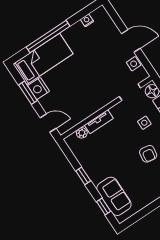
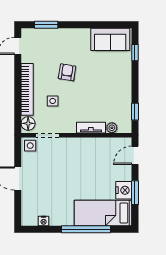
side table: (134, 64) -> (30, 146), moved
door: (48, 123) -> (135, 155), hinge flipped
window: (83, 176) -> (135, 112), moved
sofa: (114, 196) -> (110, 39), moved, turned -90

